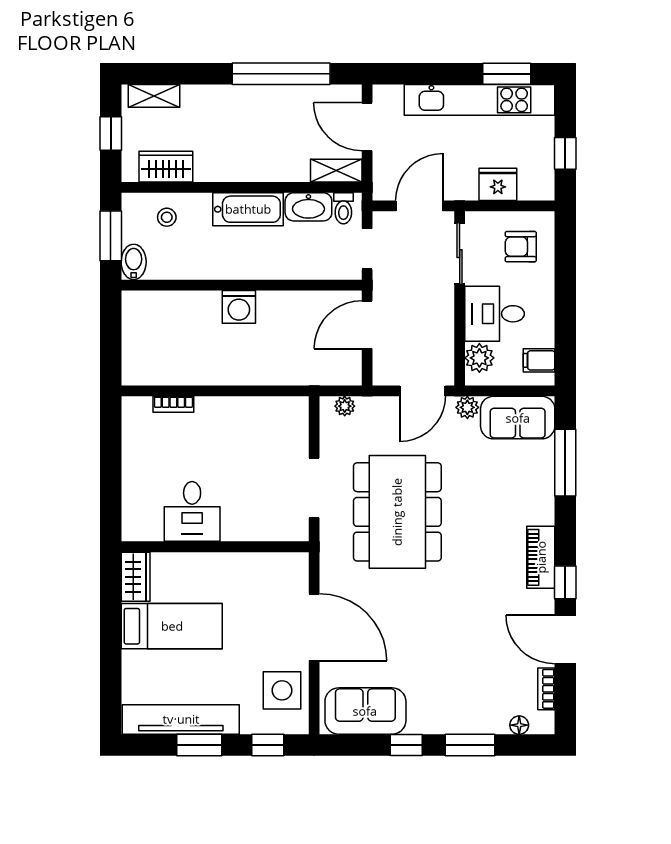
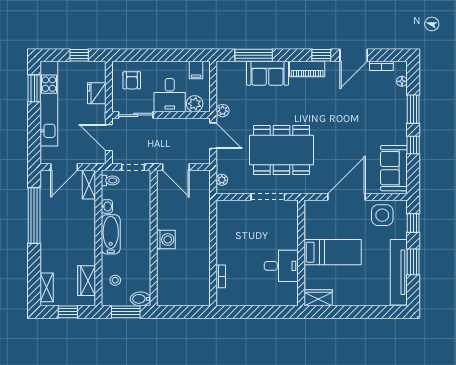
washbasin: (308, 207) -> (107, 206), width x0.52, depth x0.69
sofa: (518, 418) -> (267, 73), moved, turned 90
bed: (172, 626) -> (333, 252), moved, turned 90

